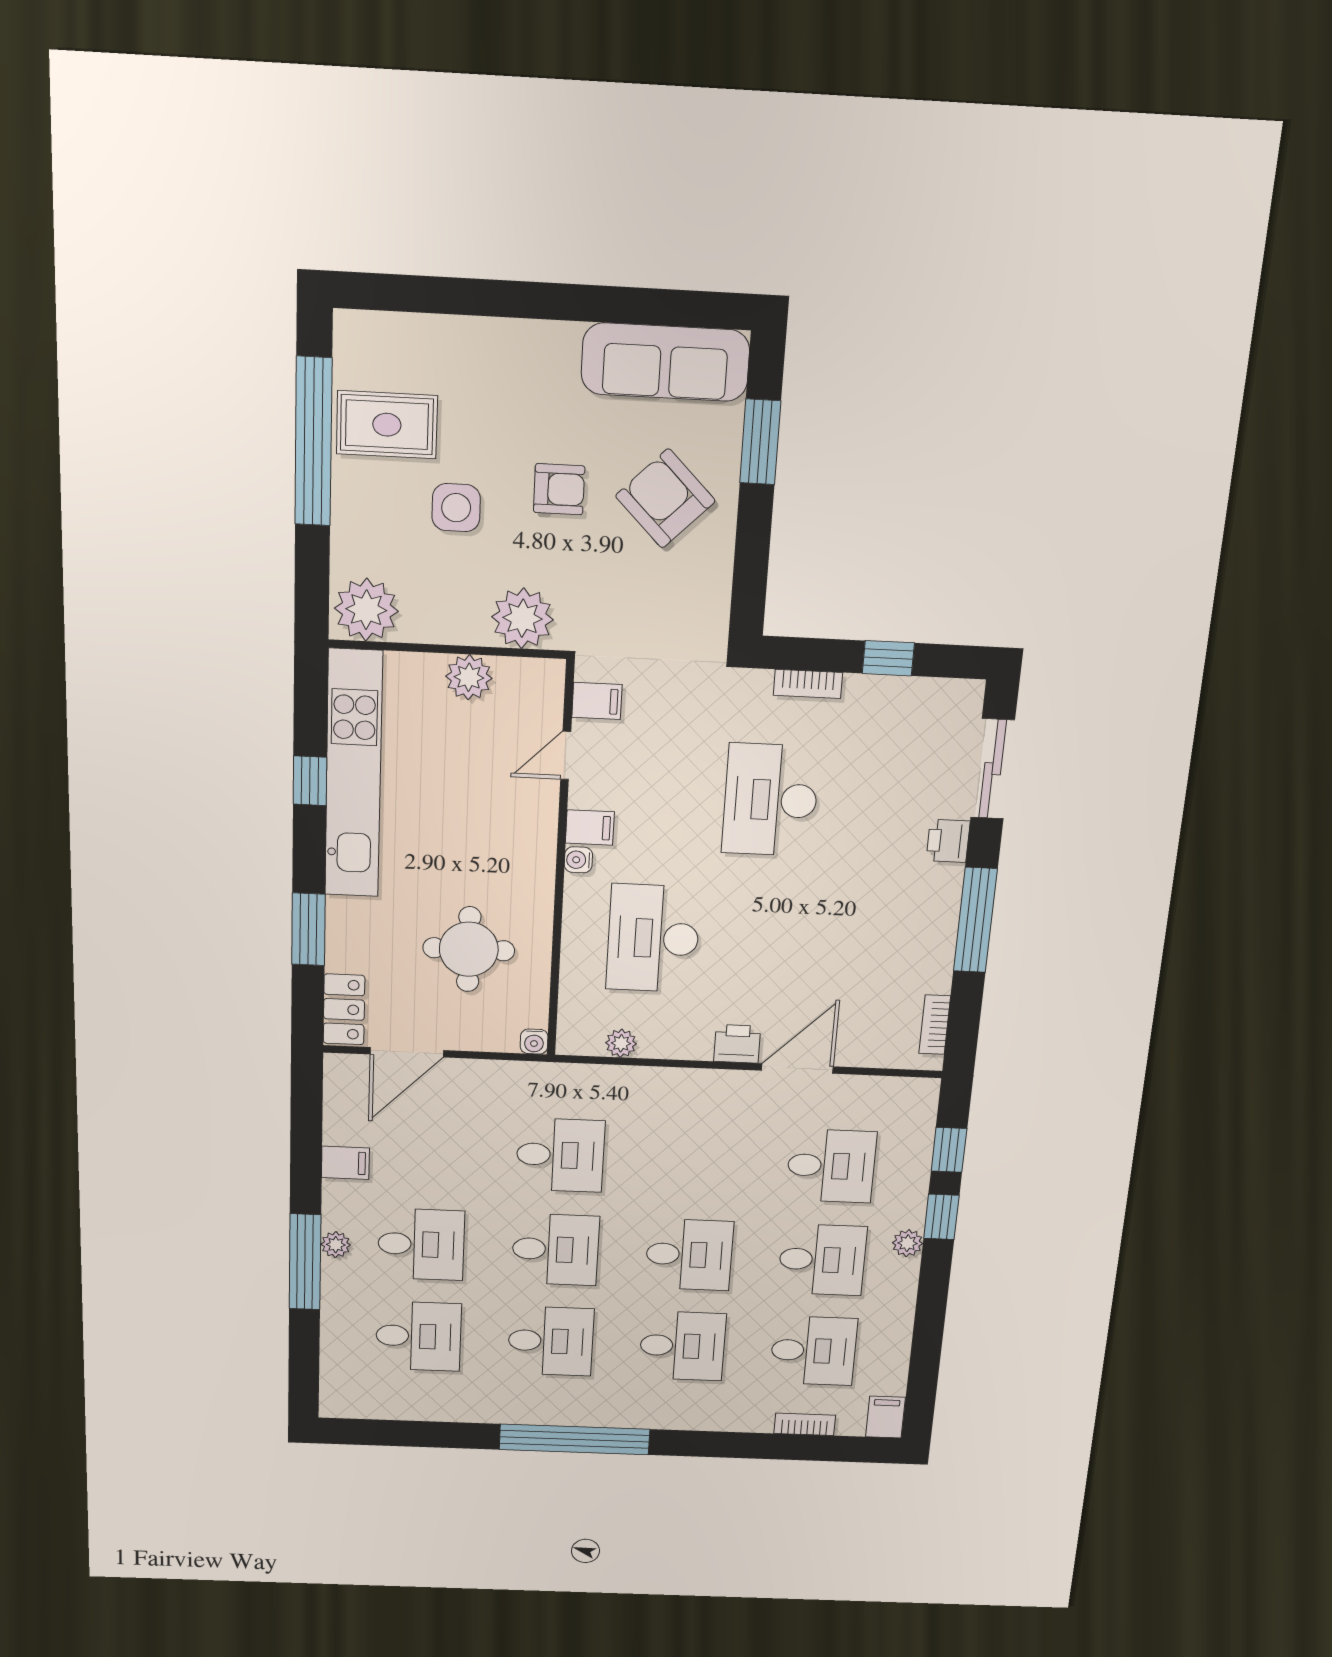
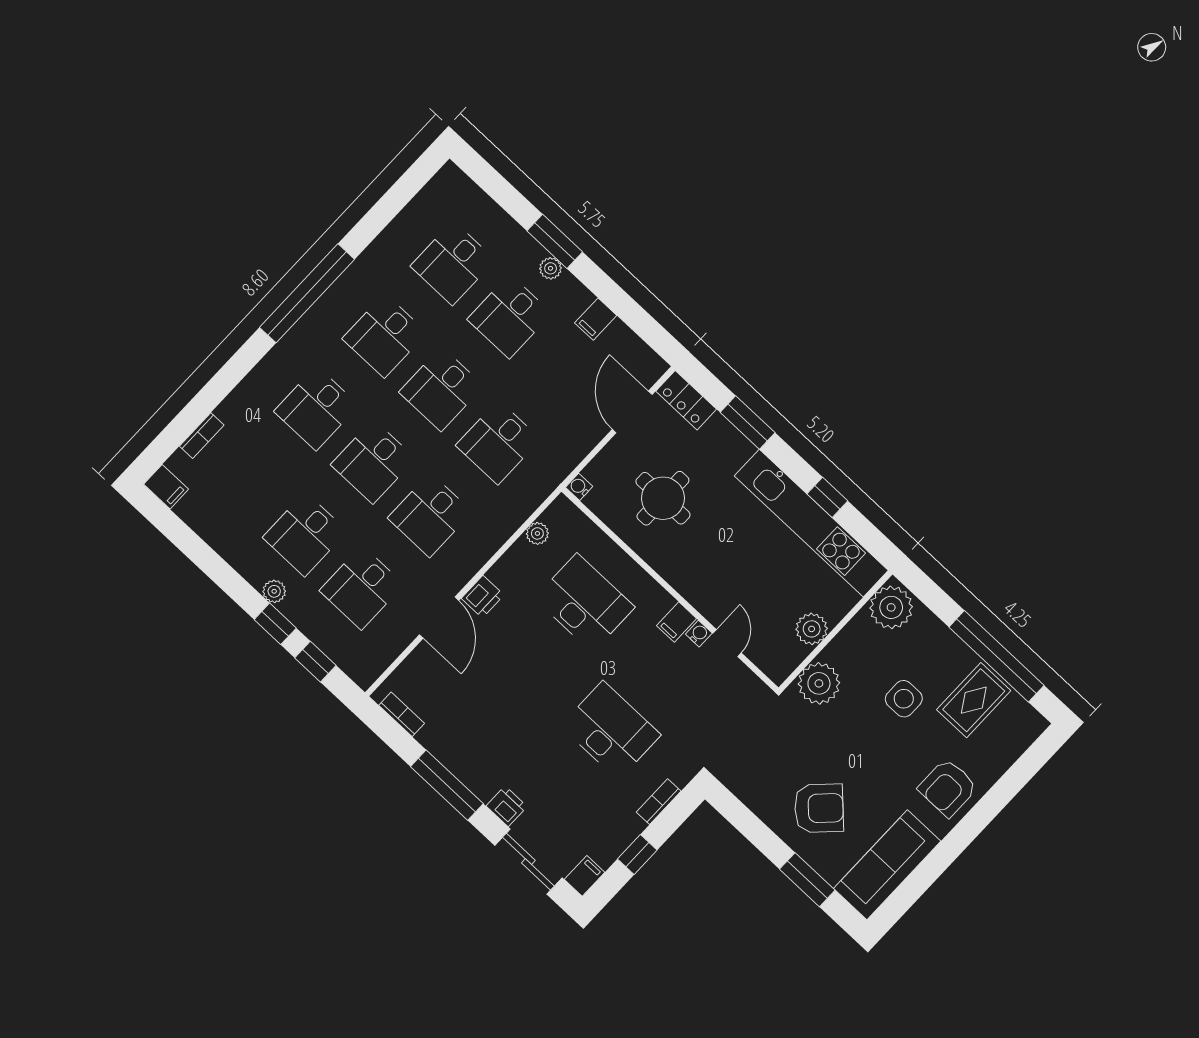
armchair: (559, 489) -> (948, 788), moved, width x1.38, depth x1.38
filing cabinet: (597, 701) -> (585, 876), moved, turned 180
water cooler: (578, 860) -> (699, 634), moved
window: (305, 1262) -> (555, 241), width x0.69
desk: (813, 1351) -> (430, 515), moved

